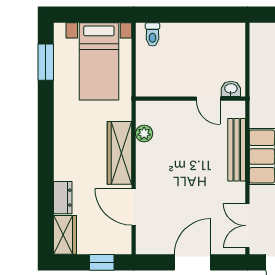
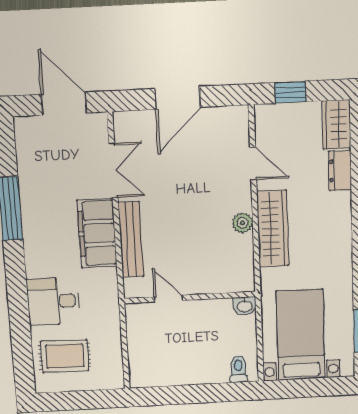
washbasin: (231, 89) -> (245, 306), moved
plant: (144, 133) -> (243, 223), moved
door: (134, 207) -> (253, 163), width x0.73
double door: (247, 226) -> (113, 170), moved

